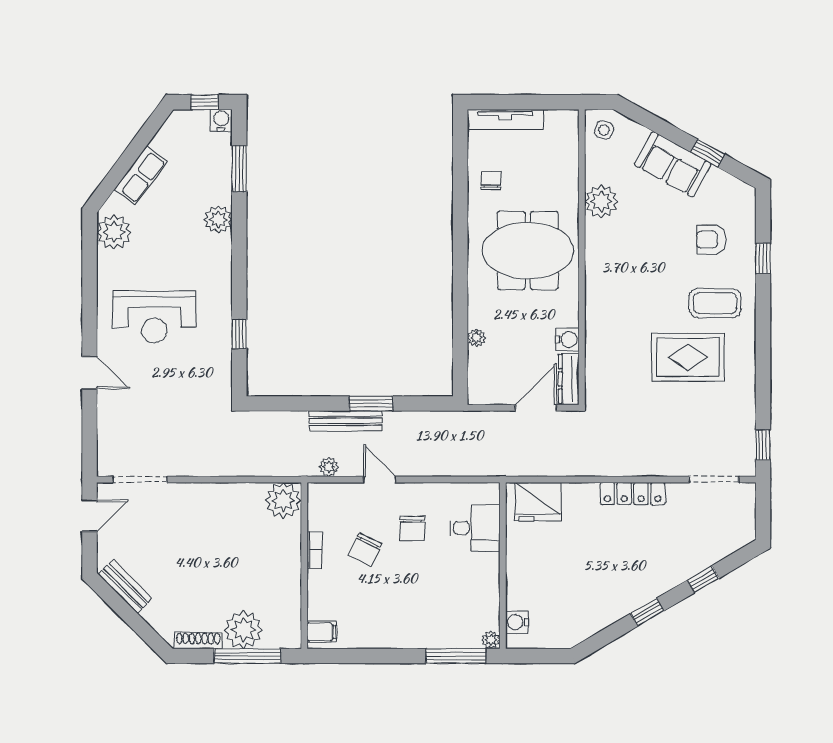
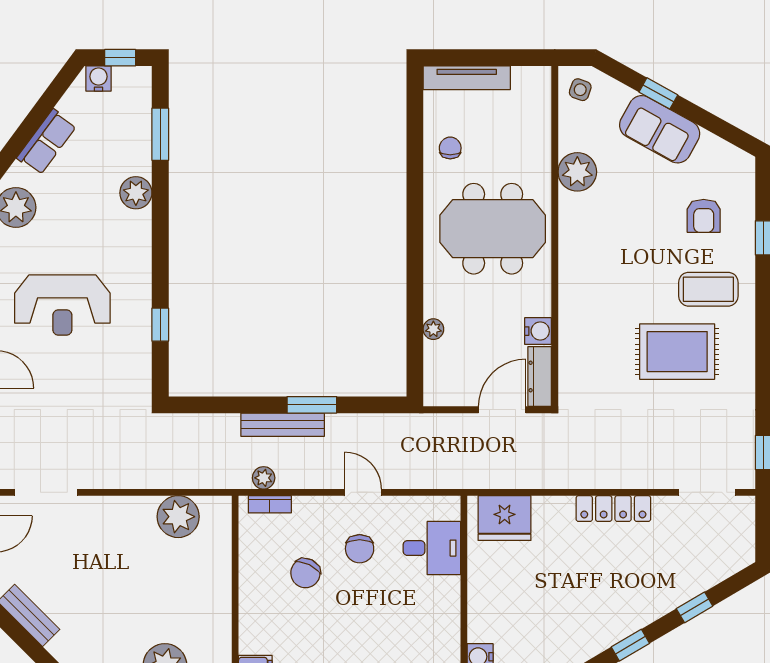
water cooler: (221, 120) -> (99, 79), moved
window: (707, 153) -> (658, 93), moved
armchair: (711, 239) -> (704, 216), turned -90
door: (379, 479) -> (363, 492), moved
plant: (283, 501) -> (178, 517), moved
bookcase: (315, 550) -> (270, 504), moved, turned 90

